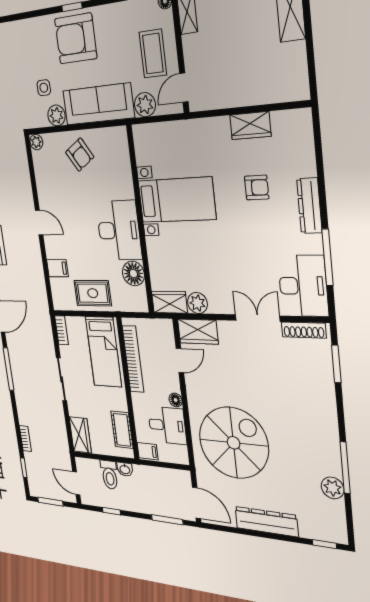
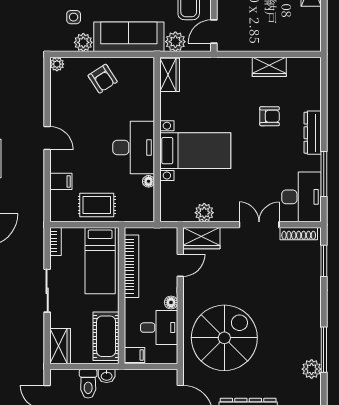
bed with nightstands: (177, 200) -> (195, 151), moved
floor lamp: (133, 273) -> (149, 181), width x0.53, depth x0.53
wardrobe: (169, 302) -> (170, 75), moved, turned 90
cot: (122, 430) -> (106, 336), width x1.37, depth x1.34

